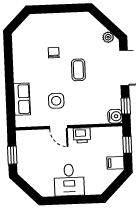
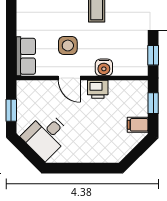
row of seats: (22, 99) -> (26, 56), moved
water cooler: (115, 116) -> (104, 67), moved, turned 90
desk: (69, 180) -> (46, 136), moved, turned 45

